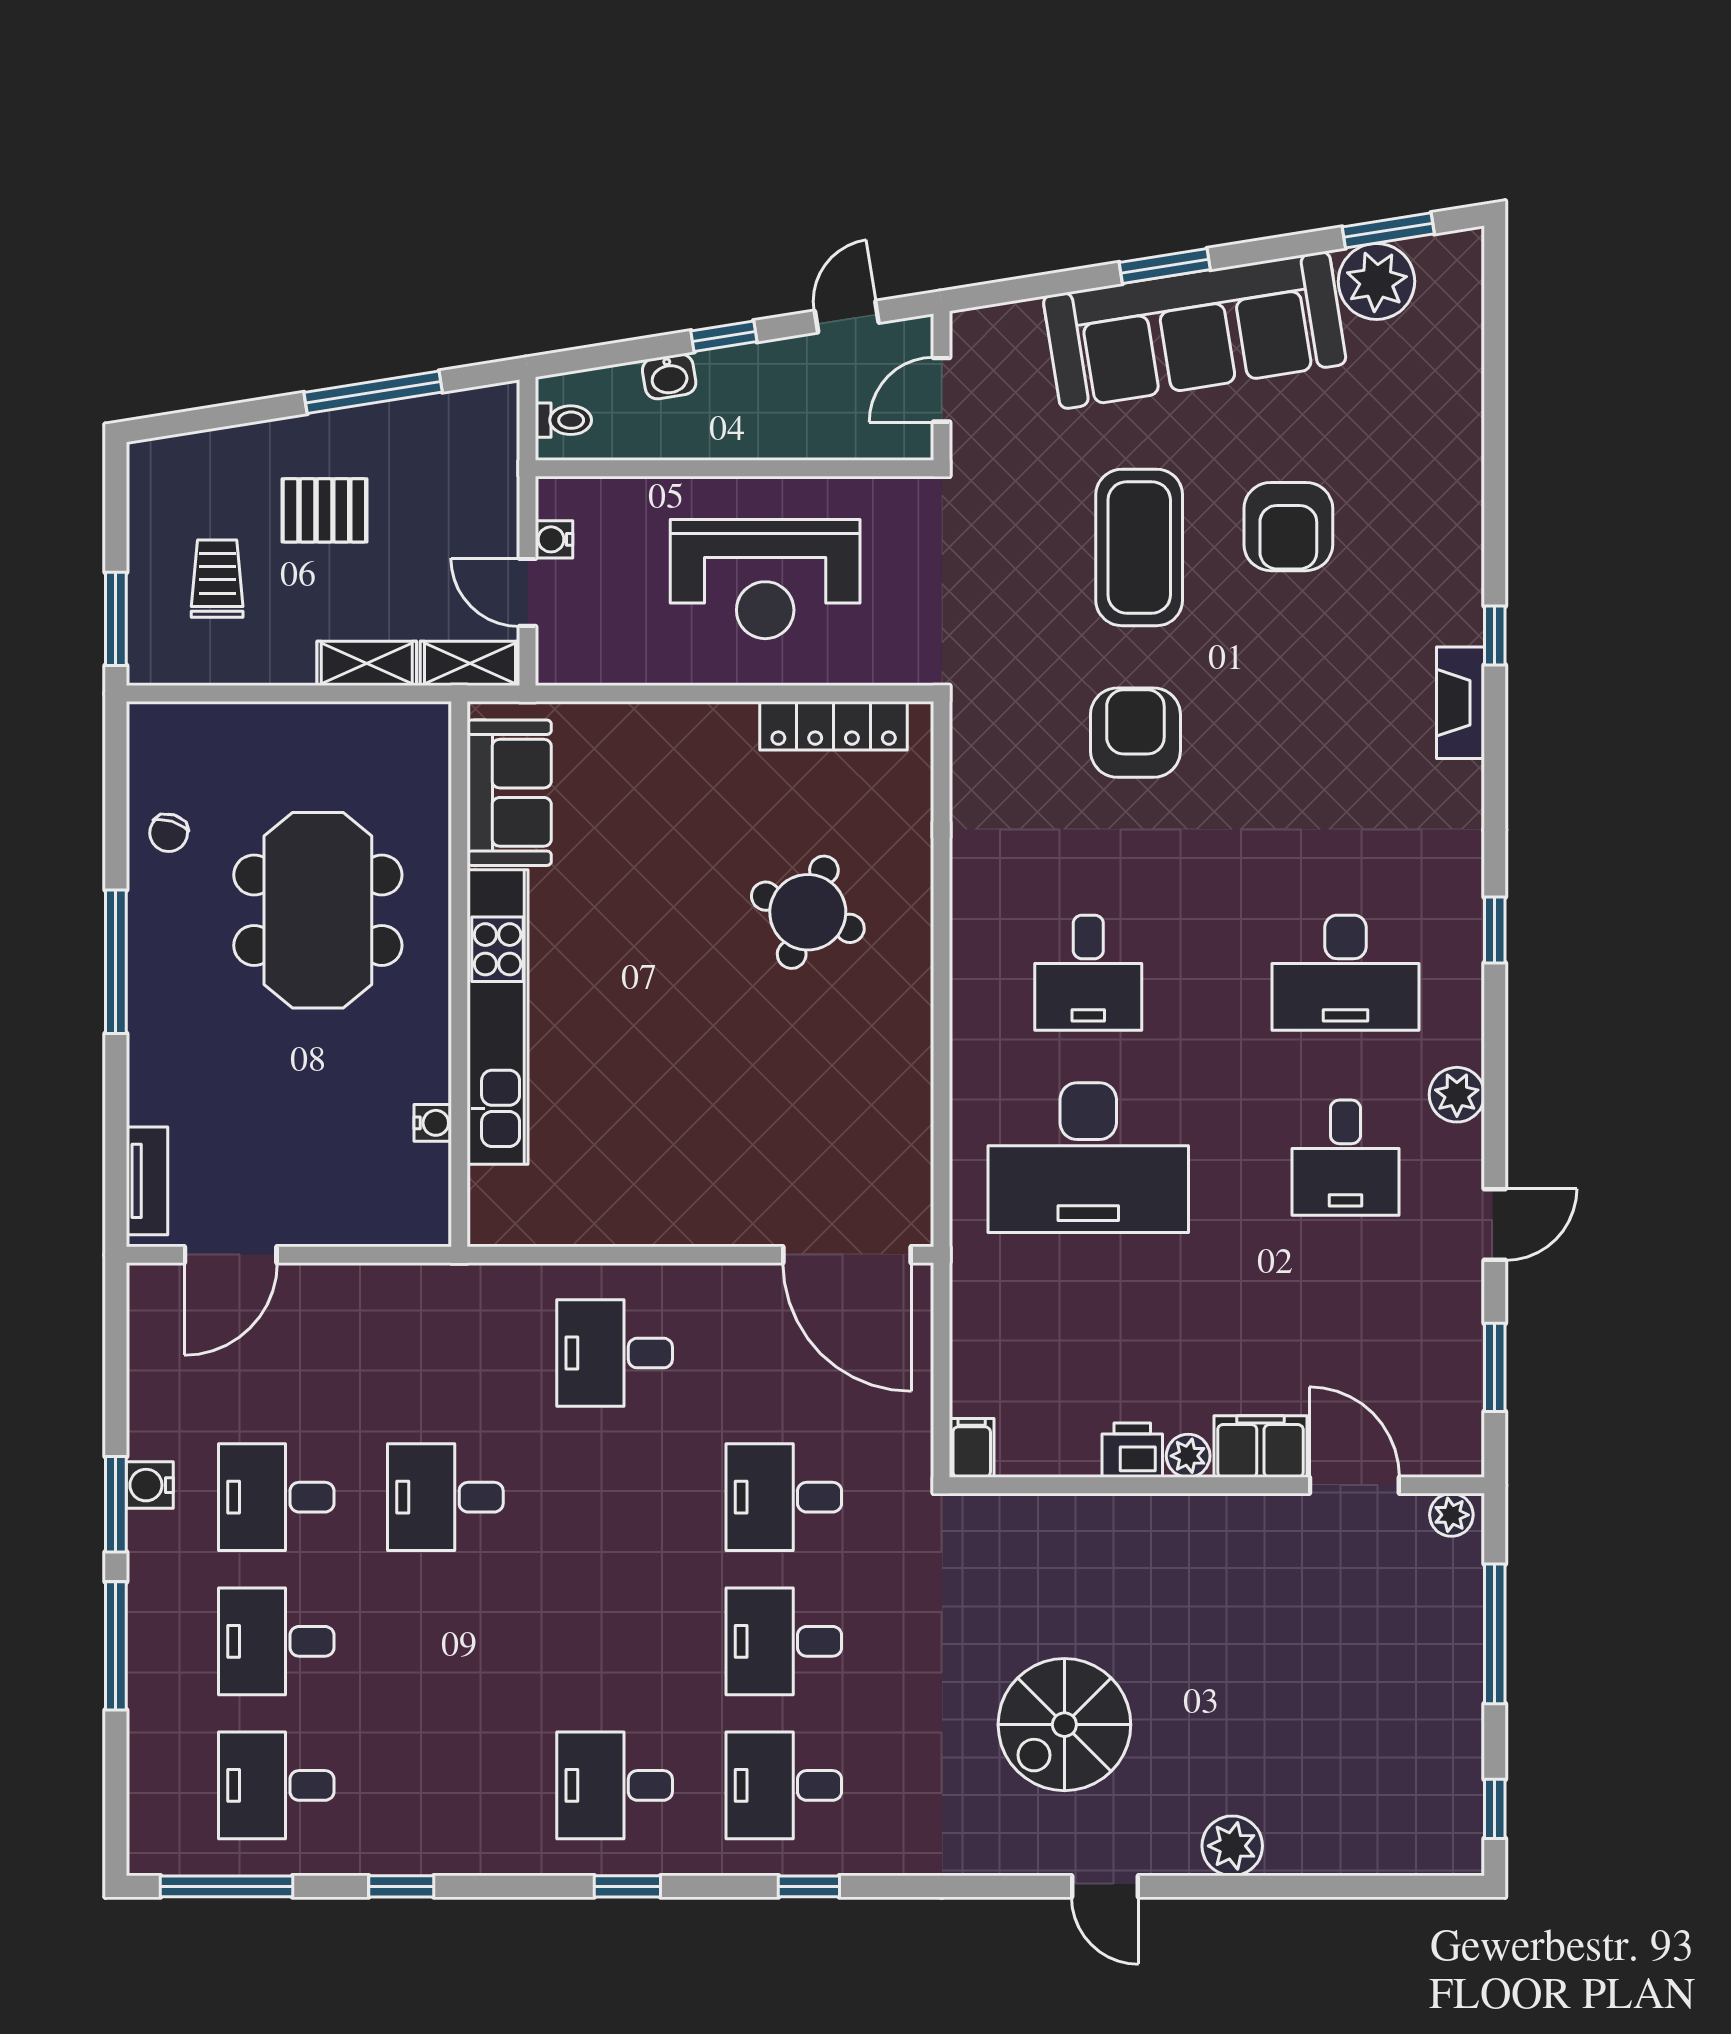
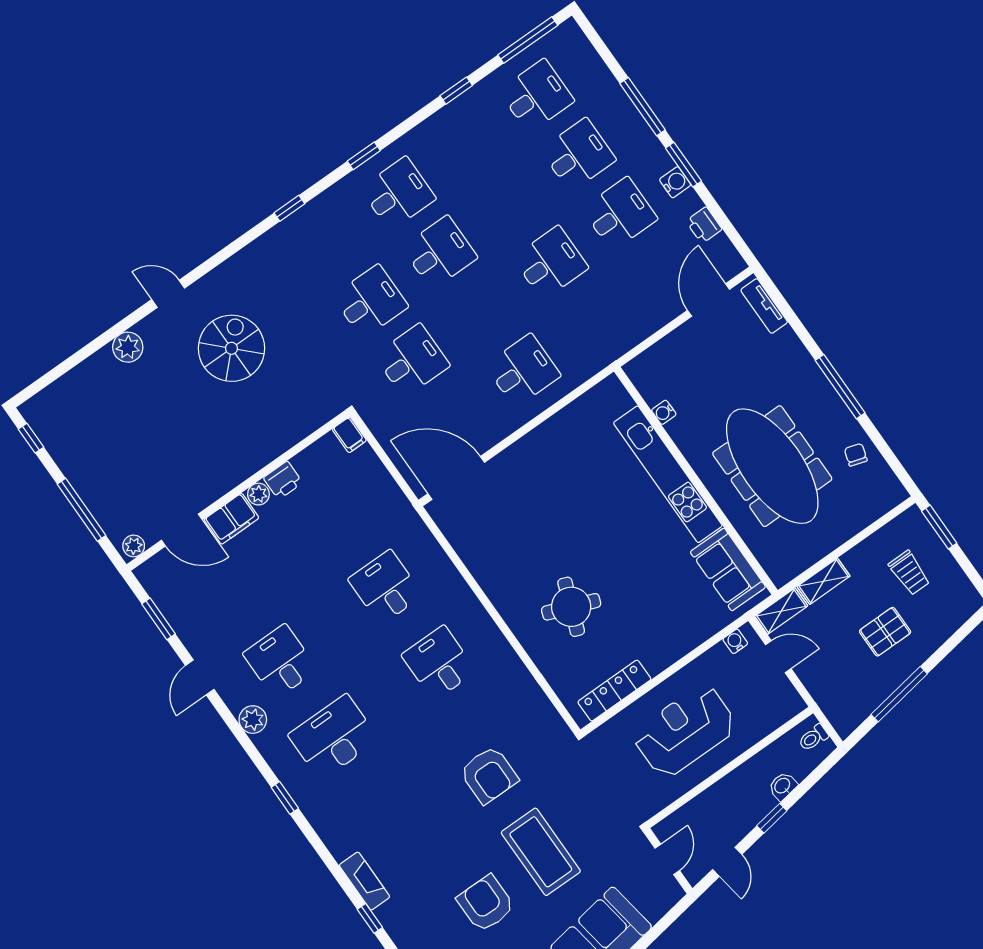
water cooler: (554, 539) -> (735, 641), moved, turned -90
meeting table: (318, 910) -> (772, 466), width x1.36
desk: (1088, 1158) -> (385, 587), width x0.53, depth x0.77
printer: (152, 1382) -> (704, 225), added
desk: (784, 1785) -> (440, 253), moved

